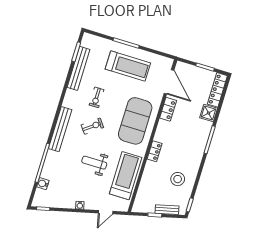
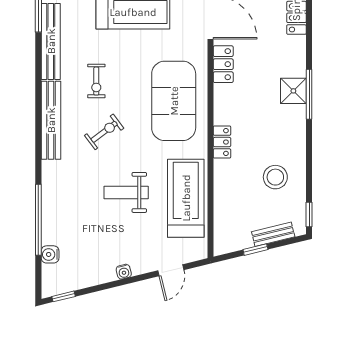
shower: (209, 113) -> (293, 91), moved
bench: (60, 129) -> (51, 120), moved

